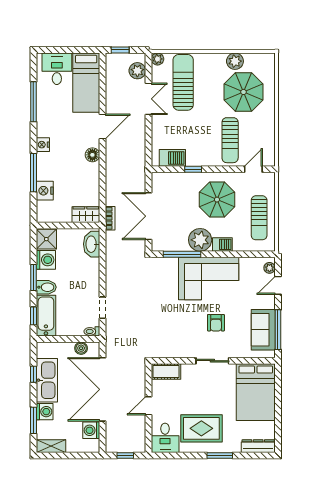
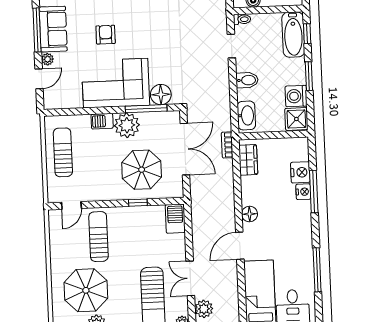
nightstand: (43, 145) -> (303, 192), moved
barbecue: (172, 158) -> (175, 219), moved, turned 90
parasol: (217, 200) -> (142, 170), moved
wardrobe: (86, 215) -> (248, 160), moved, turned -90
floor lamp: (168, 266) -> (161, 95), added
plant: (269, 268) -> (47, 59), moved
bidet: (46, 287) -> (247, 80), moved, turned 180

